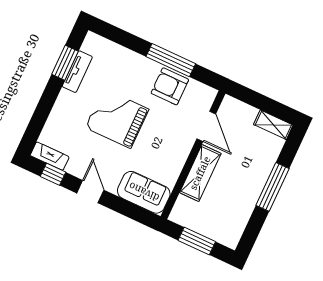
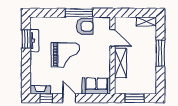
armchair: (170, 86) -> (85, 26), turned 180
grand piano: (117, 118) -> (65, 55), turned 180

